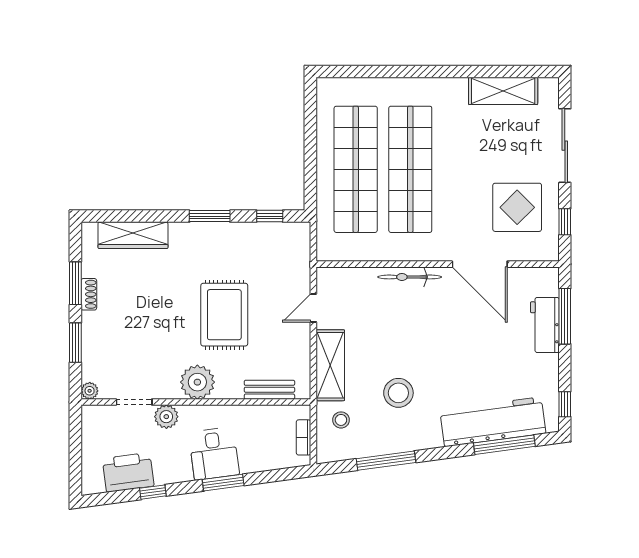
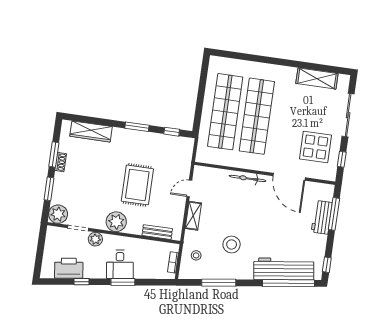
shelving: (330, 365) -> (193, 216), width x0.67, depth x0.75
plant: (90, 391) -> (58, 214), width x1.88, depth x1.88
window: (504, 445) -> (289, 283), width x1.46

